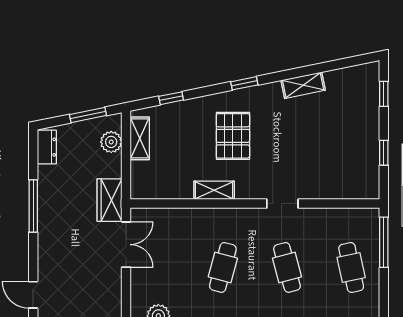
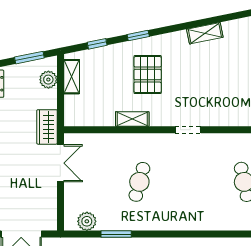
window: (244, 83) -> (138, 35), moved
cafe table: (287, 267) -> (192, 182), removed

